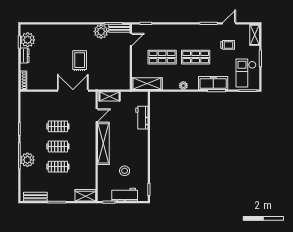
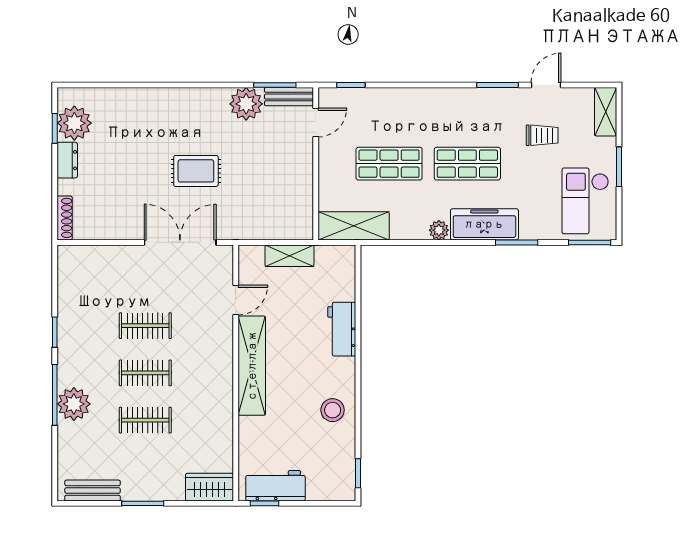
rug: (80, 60) -> (196, 171), turned 90
freezer: (213, 83) -> (484, 224), moved
shelving: (109, 96) -> (289, 256), moved
workbench: (142, 118) -> (342, 329), moved
stool: (125, 171) -> (333, 410), moved
workbench: (125, 195) -> (275, 486), moved

